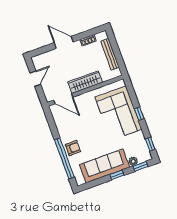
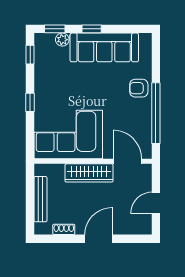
door: (64, 42) -> (99, 239), swing flipped
corner sofa: (118, 113) -> (68, 134), moved, turned -90
window: (64, 158) -> (156, 113), moved

